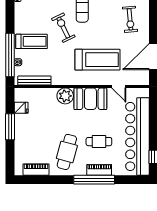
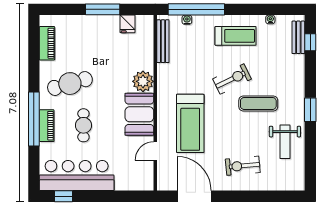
treadmill: (32, 41) -> (236, 36), moved, turned -90
bar counter: (137, 136) -> (77, 175), width x0.73
cafe table: (67, 152) -> (70, 84), turned -31

